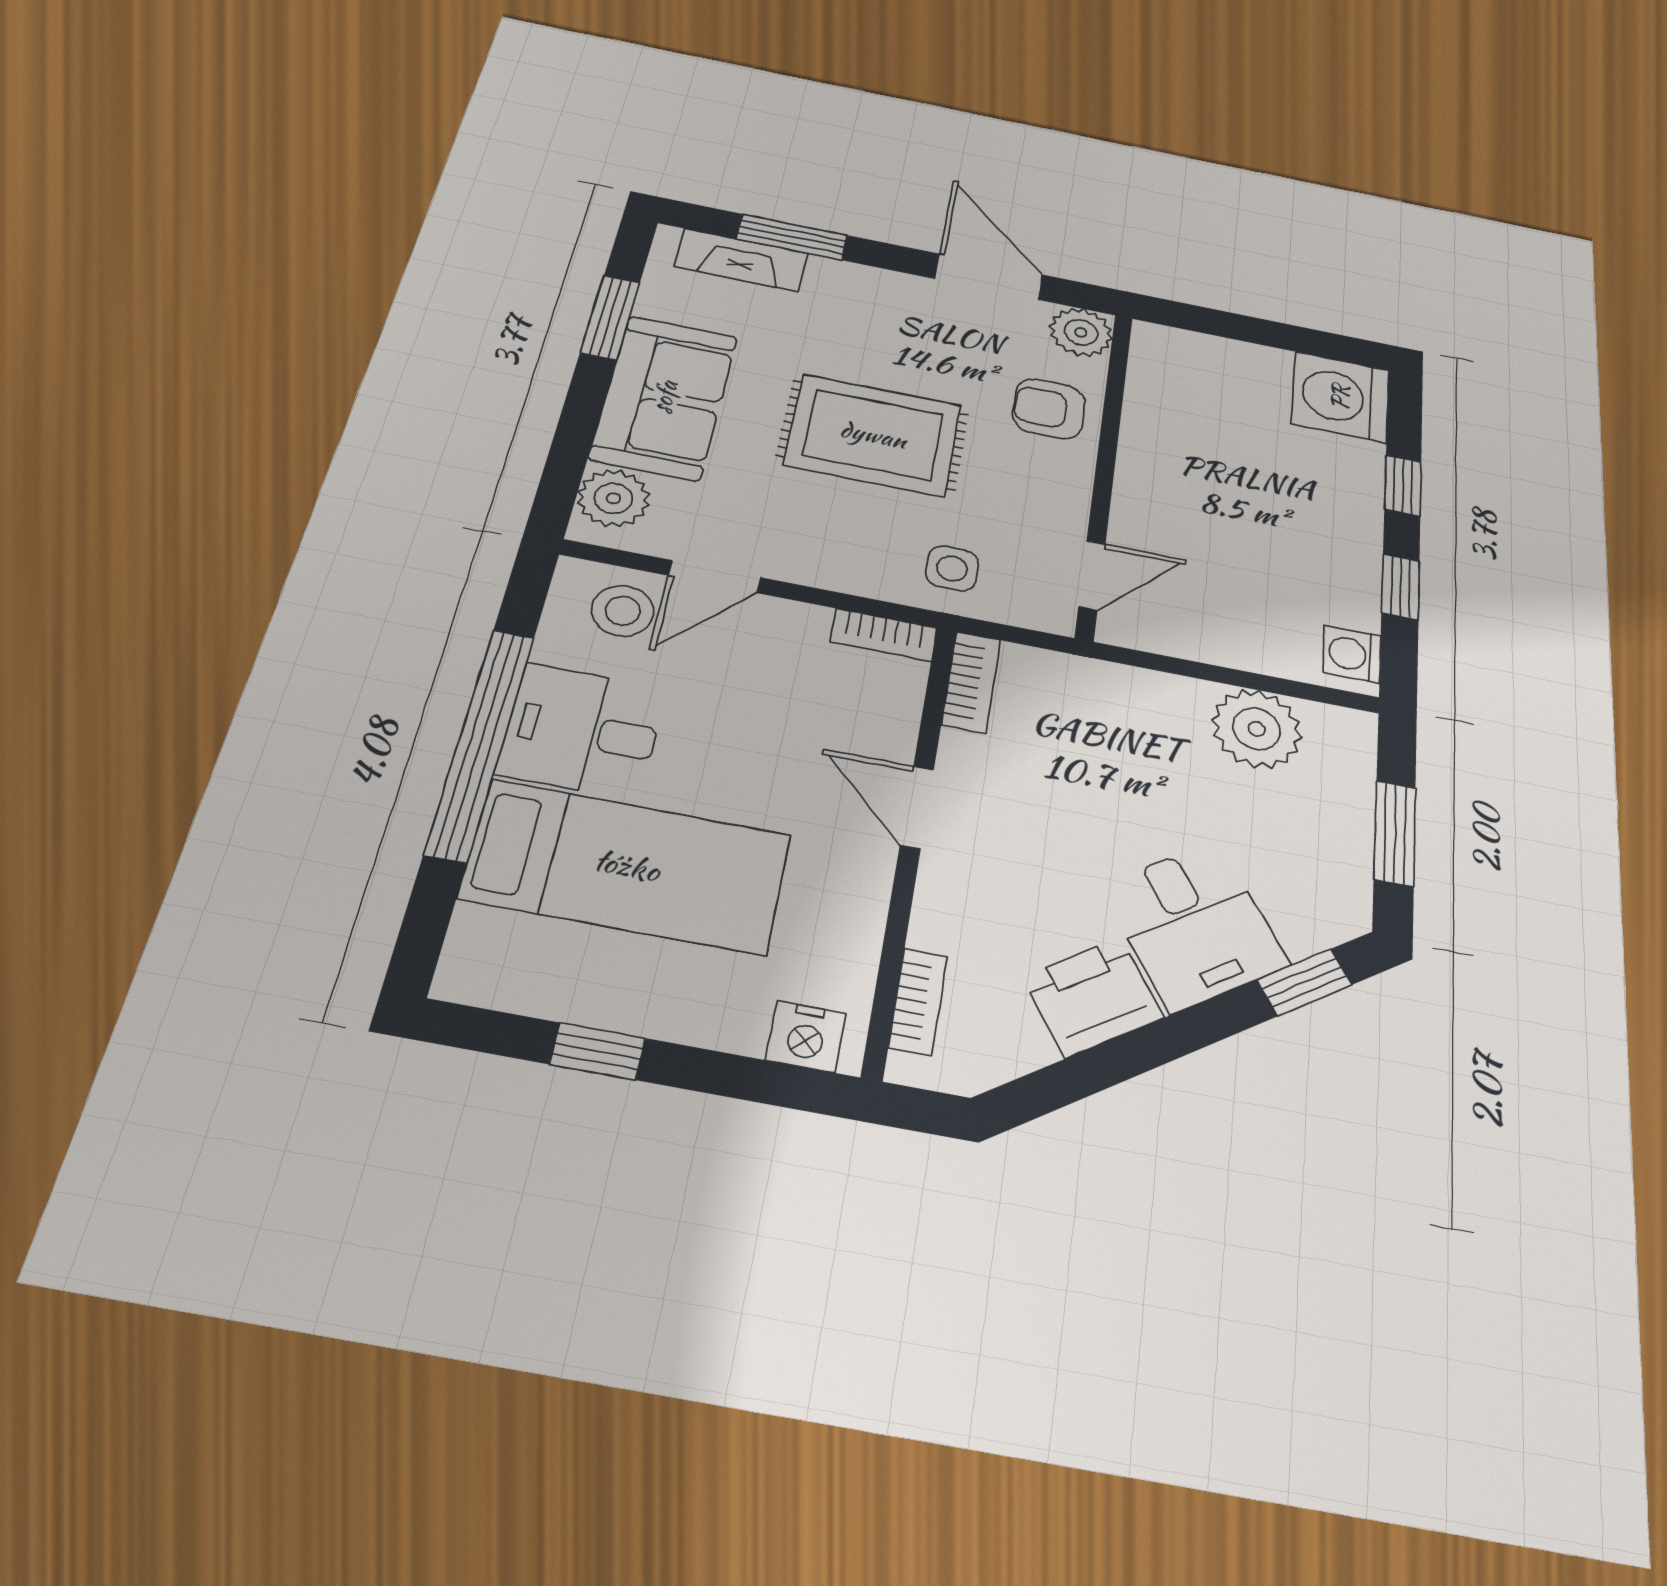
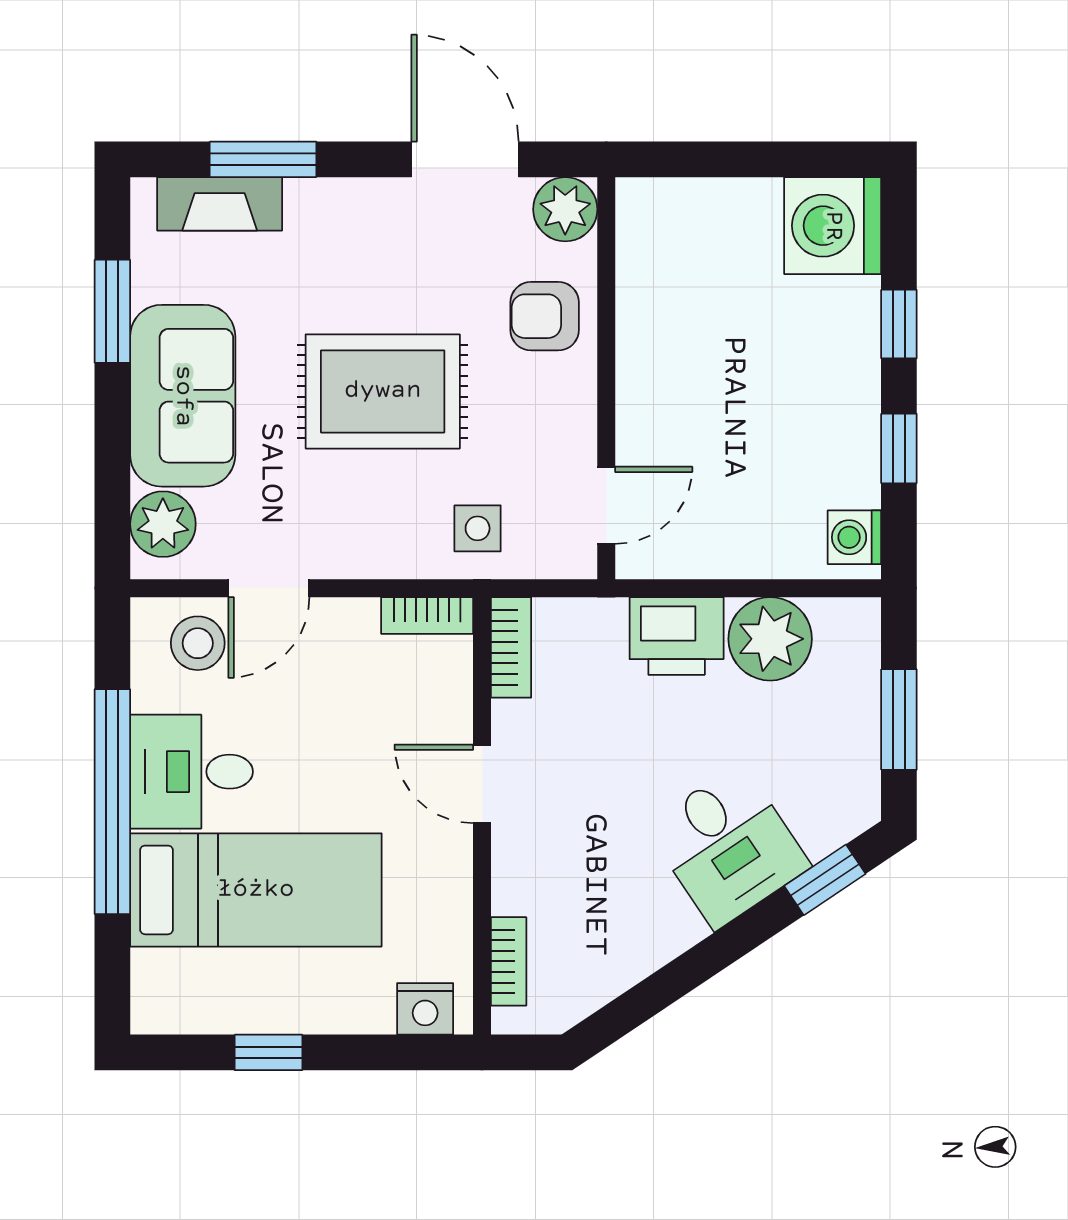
printer: (1093, 997) -> (677, 636), moved, turned -146

